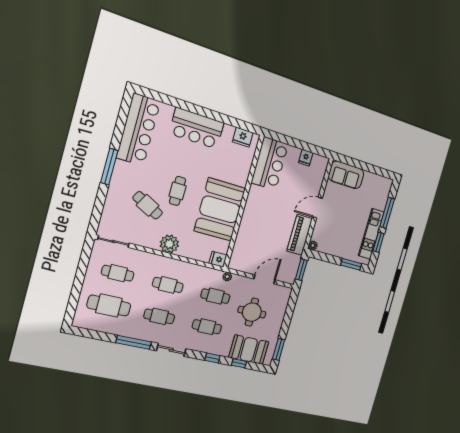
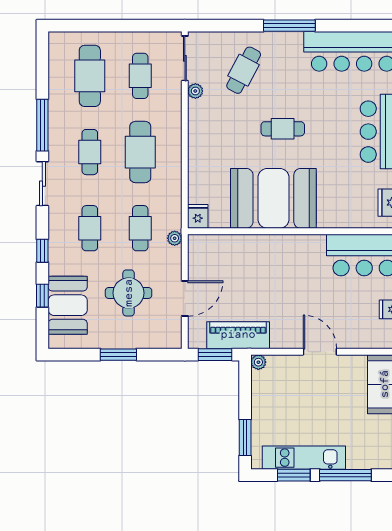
cafe table: (148, 205) -> (244, 70), moved
piano: (300, 235) -> (238, 335), moved
plant: (169, 244) -> (195, 91), moved, width x0.53, depth x0.53
door: (264, 279) -> (185, 298), hinge flipped
cafe table: (168, 285) -> (140, 152), width x1.37, depth x1.35
window: (279, 349) -> (118, 355), moved

